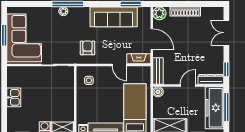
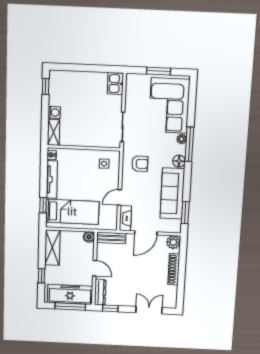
floor lamp: (84, 12) -> (179, 161), added
corner sofa: (24, 38) -> (169, 106), moved, turned 90
kitchen sink: (14, 97) -> (115, 84), moved, turned 90

